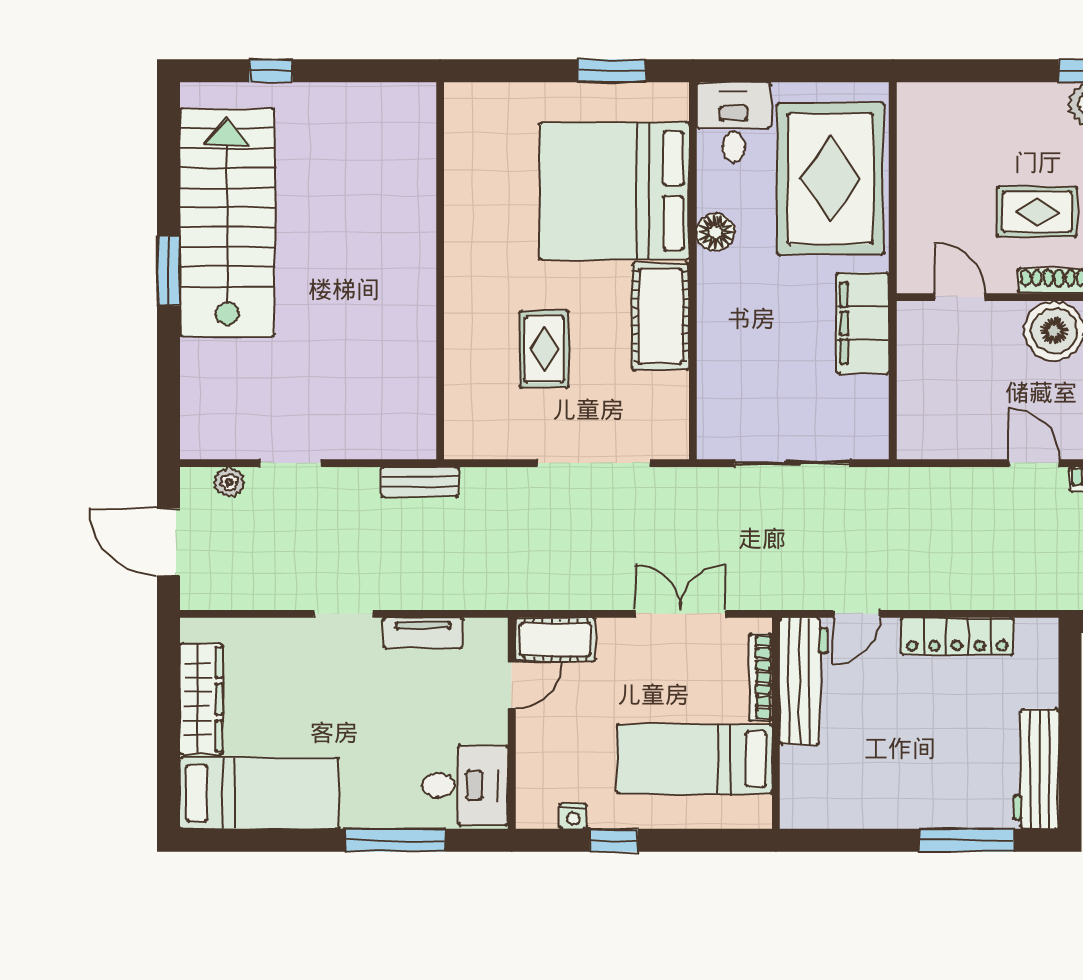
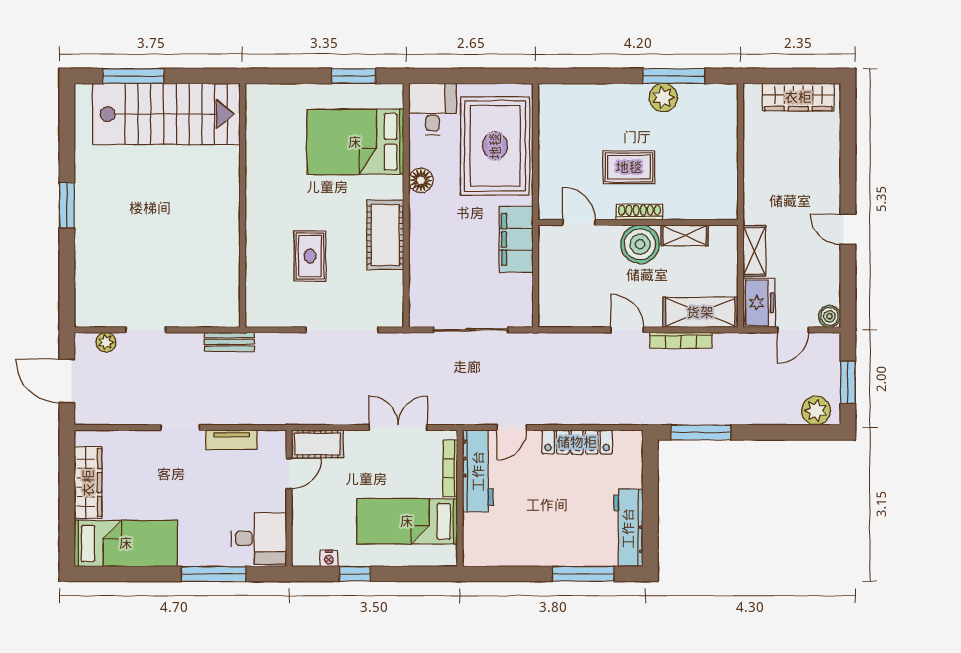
window: (271, 71) -> (133, 76), width x2.17
bed: (614, 191) -> (355, 142), width x0.73
stairs: (227, 222) -> (166, 114), moved, turned 90

